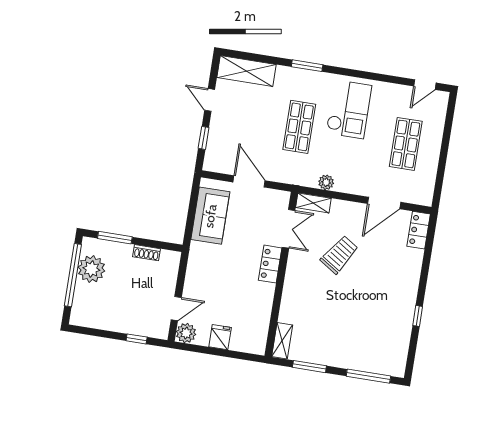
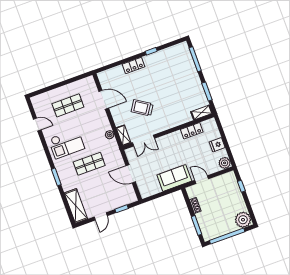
door: (425, 85) -> (37, 125), moved
checkout: (349, 109) -> (66, 144), turned 180
door: (249, 181) -> (131, 174), hinge flipped
sofa: (210, 216) -> (174, 178), moved
double door: (289, 229) -> (143, 141), swing flipped
locker: (419, 230) -> (134, 65), moved
locker: (270, 264) -> (192, 131), moved
plant: (91, 269) -> (243, 220), moved
door: (176, 309) -> (202, 180), moved

